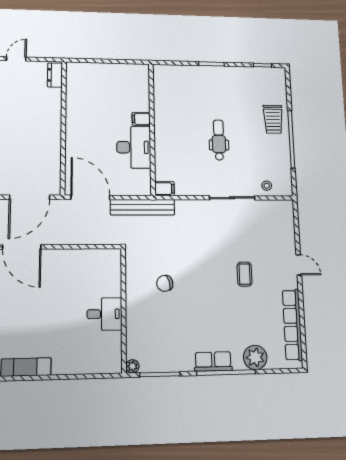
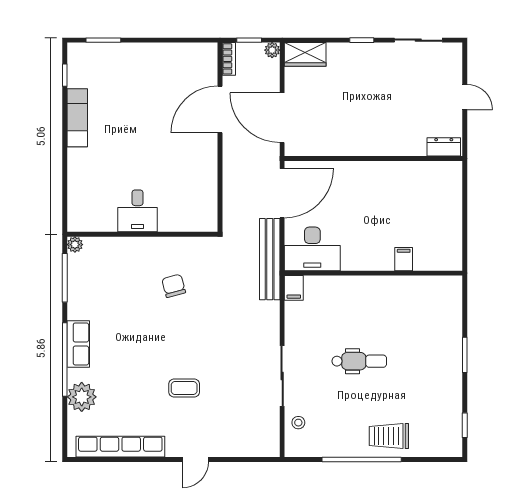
filing cabinet: (141, 119) -> (404, 259), moved
desk: (134, 147) -> (312, 249), moved

